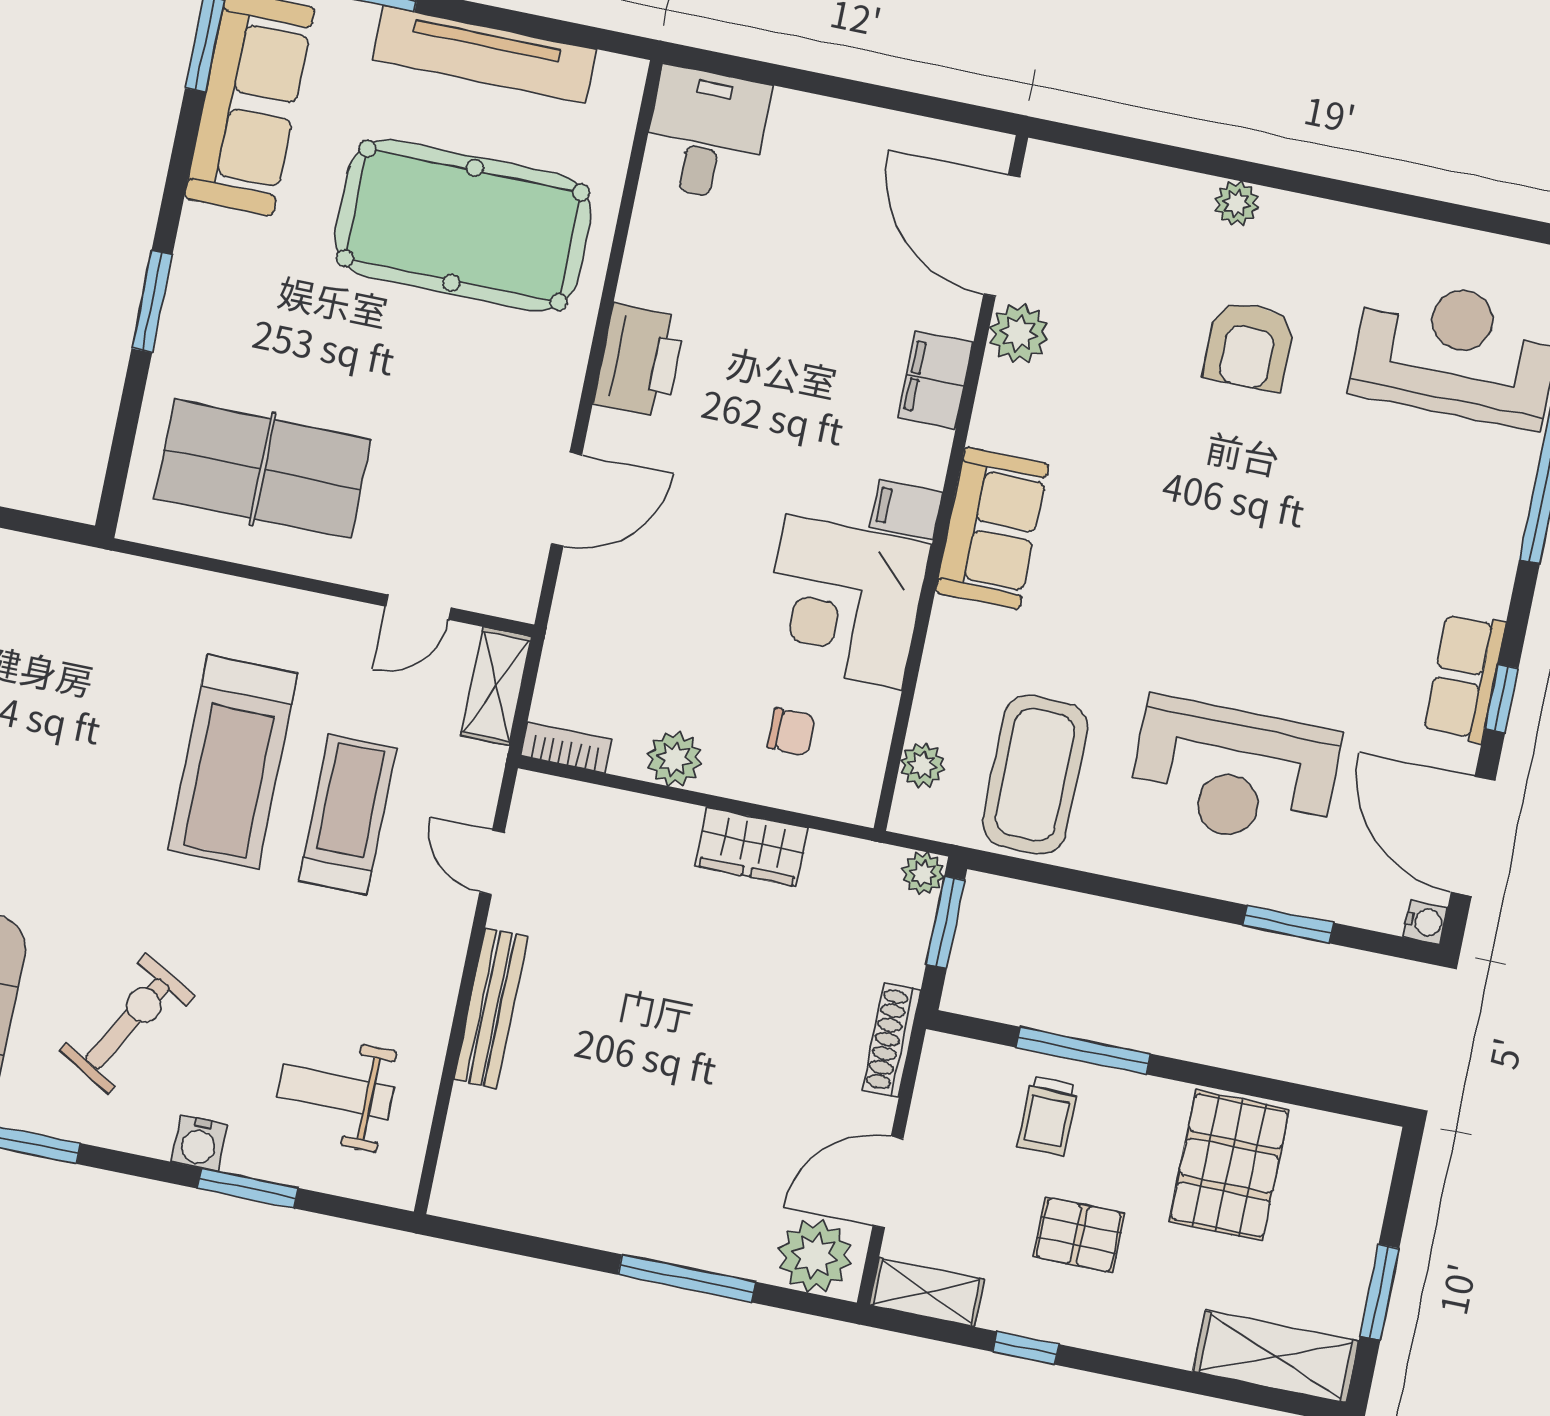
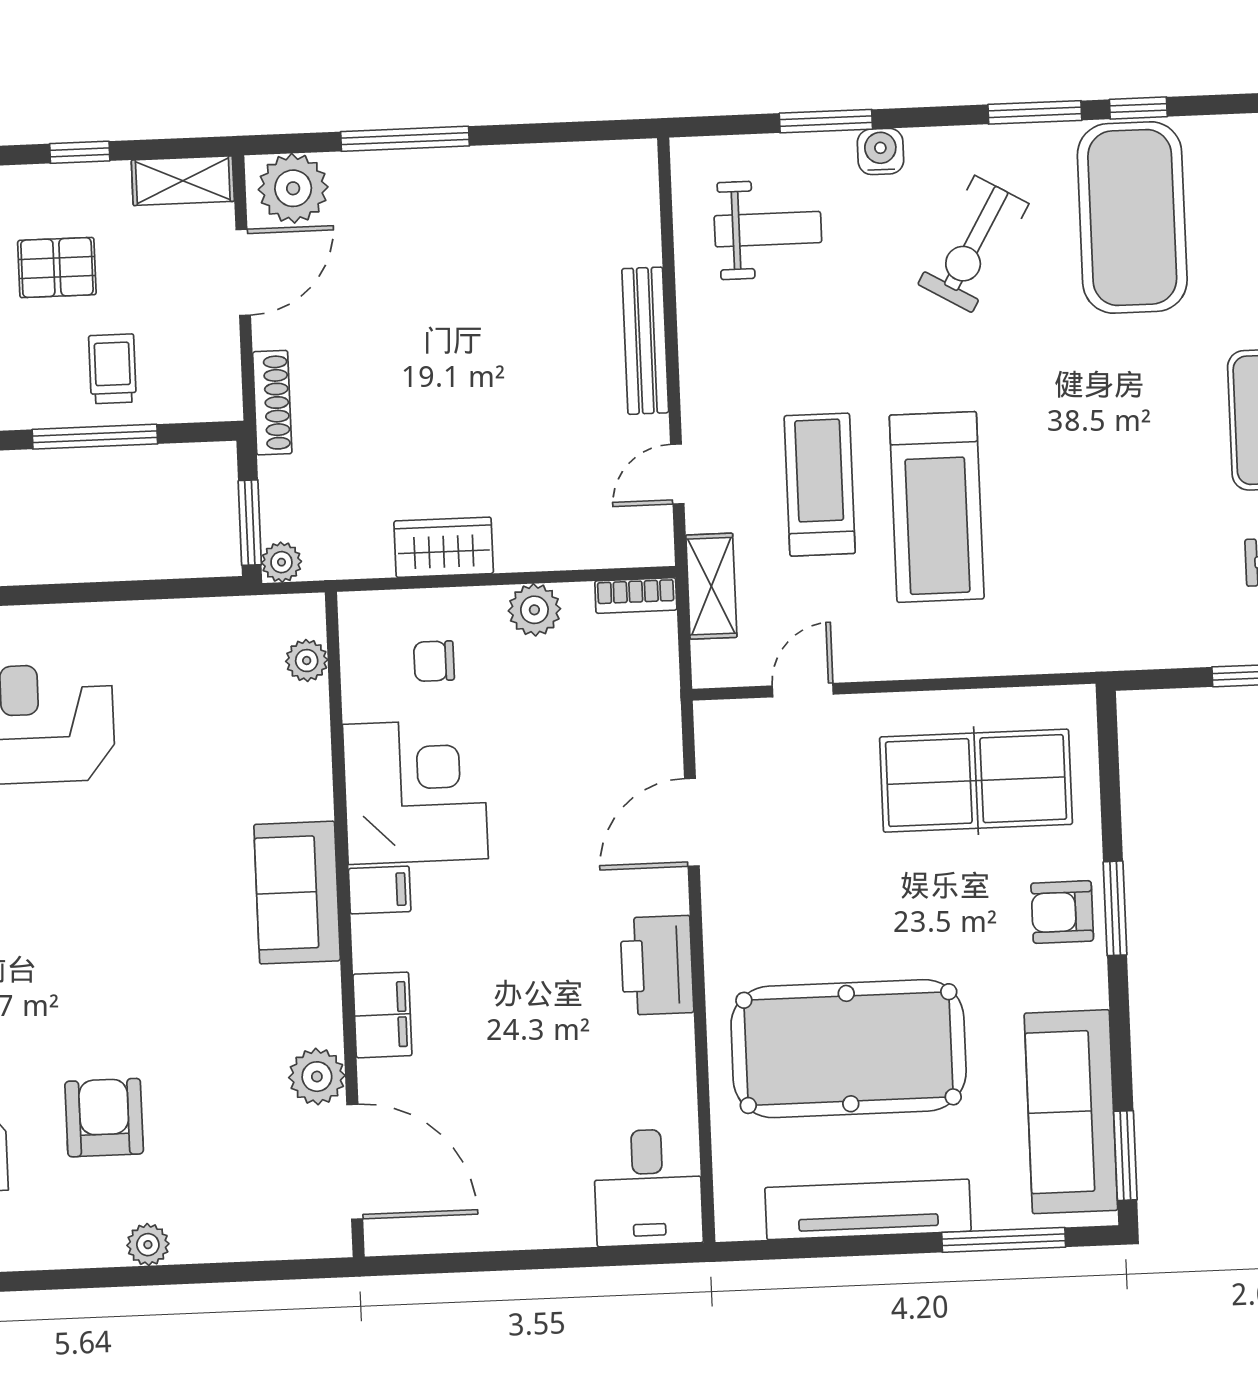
armchair: (207, 311) -> (1062, 912), added
shelving: (496, 686) -> (711, 586), moved
treadmill: (233, 762) -> (937, 507), turned 180
coffee table: (1035, 775) -> (202, 677), removed
treadmill: (348, 815) -> (820, 485), turned 180
door: (492, 862) -> (677, 474), swing flipped

